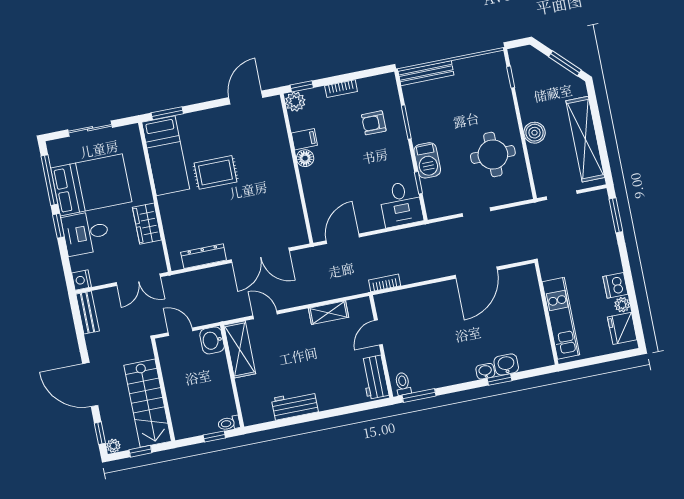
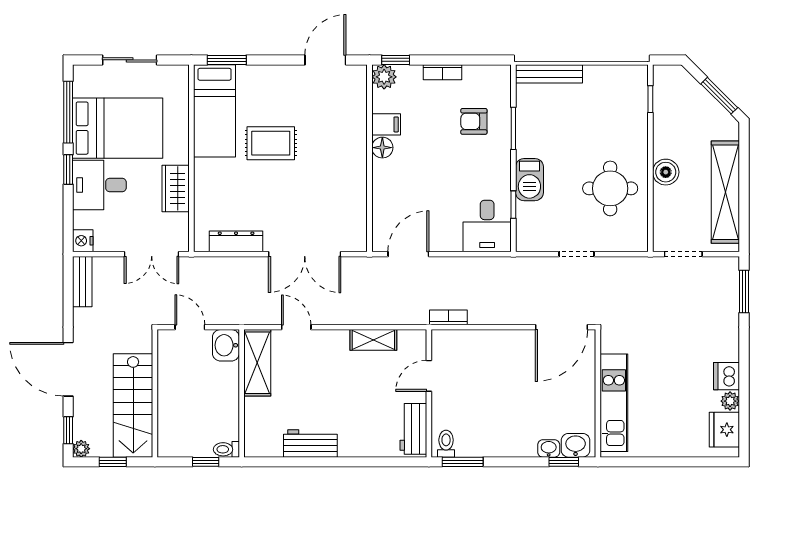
wall: (547, 313) -> (598, 393), moved
kitchen unit: (561, 318) -> (614, 403), moved

